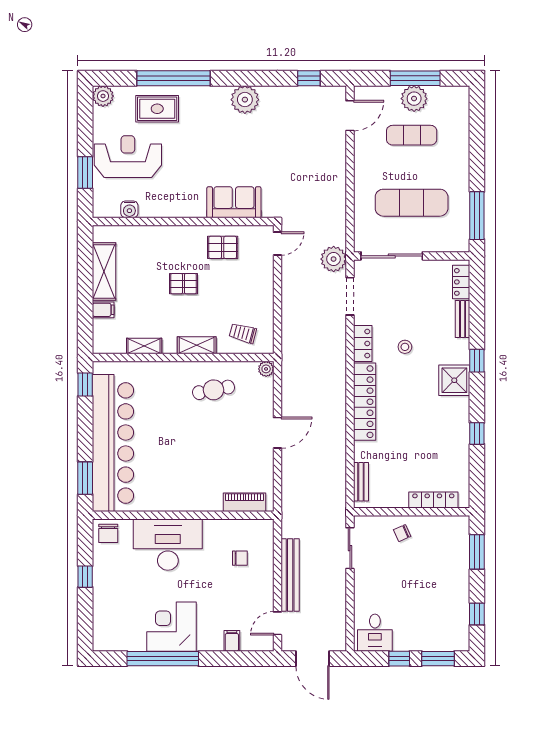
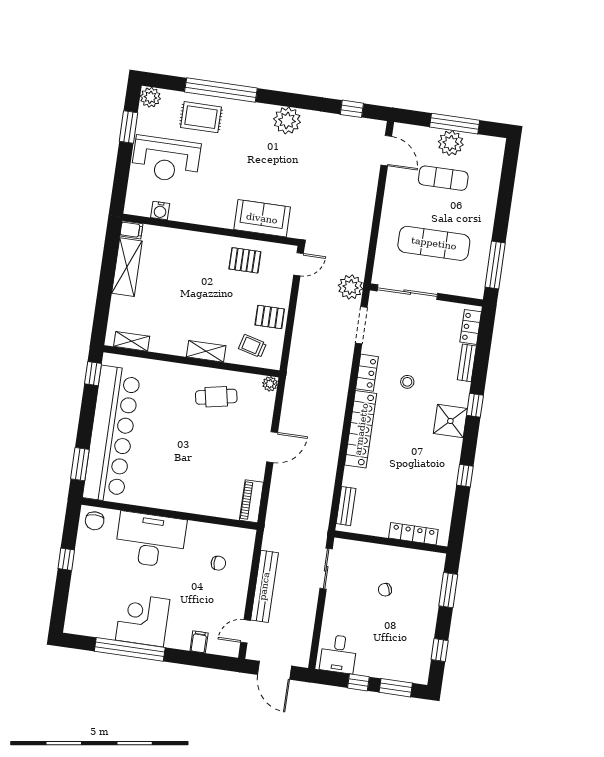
door: (350, 116) -> (386, 151), hinge flipped
reception desk: (128, 157) -> (166, 159), turned 180
window: (85, 173) -> (129, 127), moved
pallet: (183, 284) -> (270, 317), moved
filing cabinet: (103, 310) -> (131, 230), moved
shelving: (144, 346) -> (132, 341), moved
piano: (245, 502) -> (251, 501), moved, turned -90
chair: (402, 533) -> (385, 590), moved

